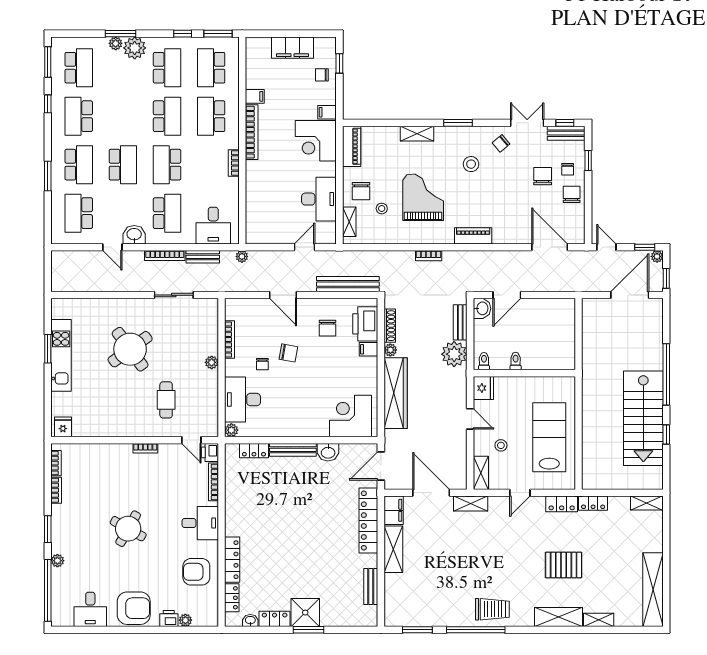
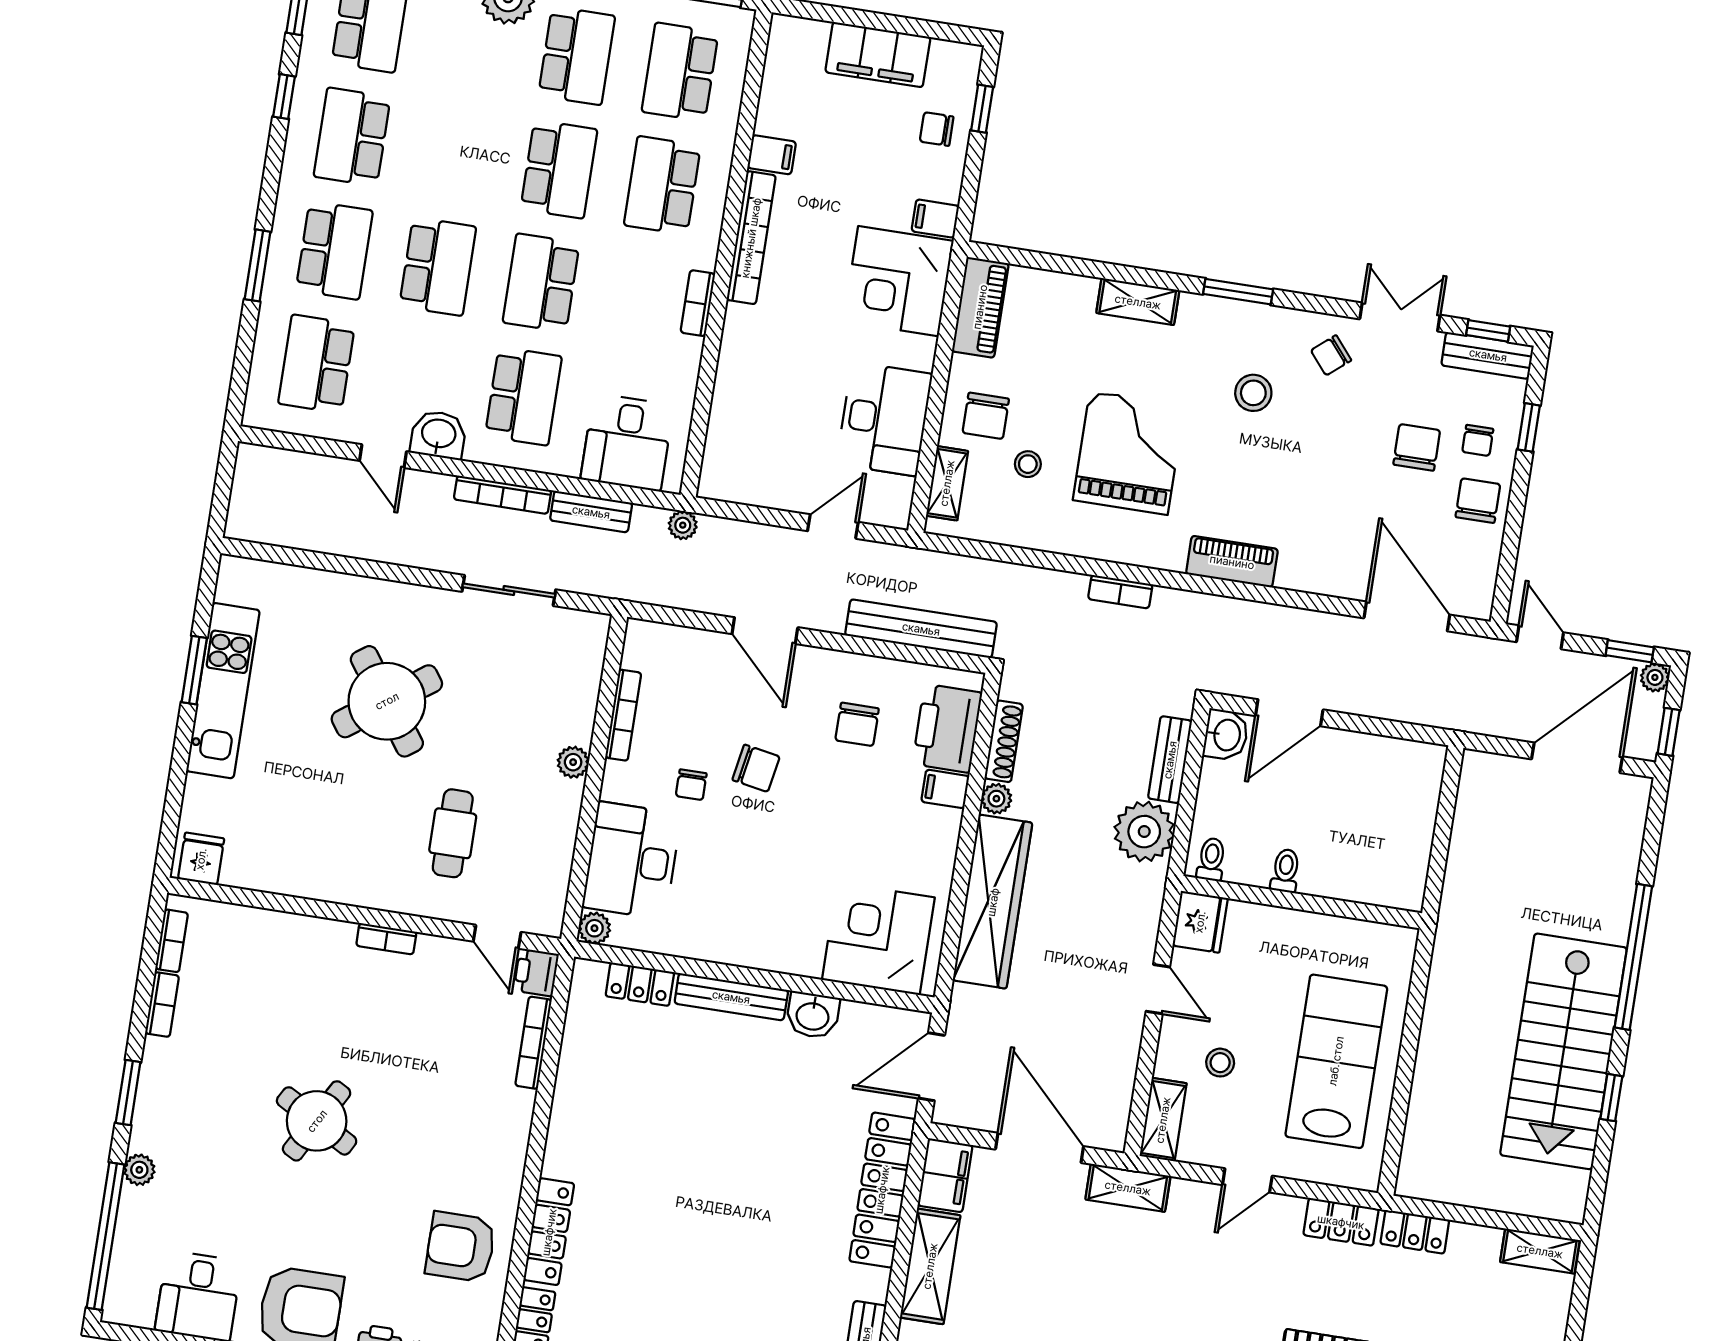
desk: (200, 523) -> (487, 1134), removed

